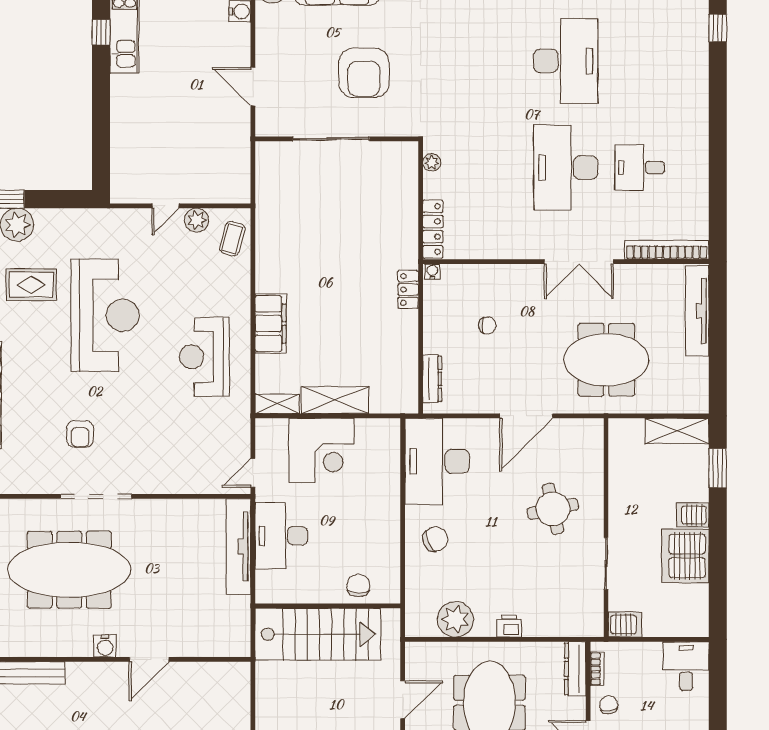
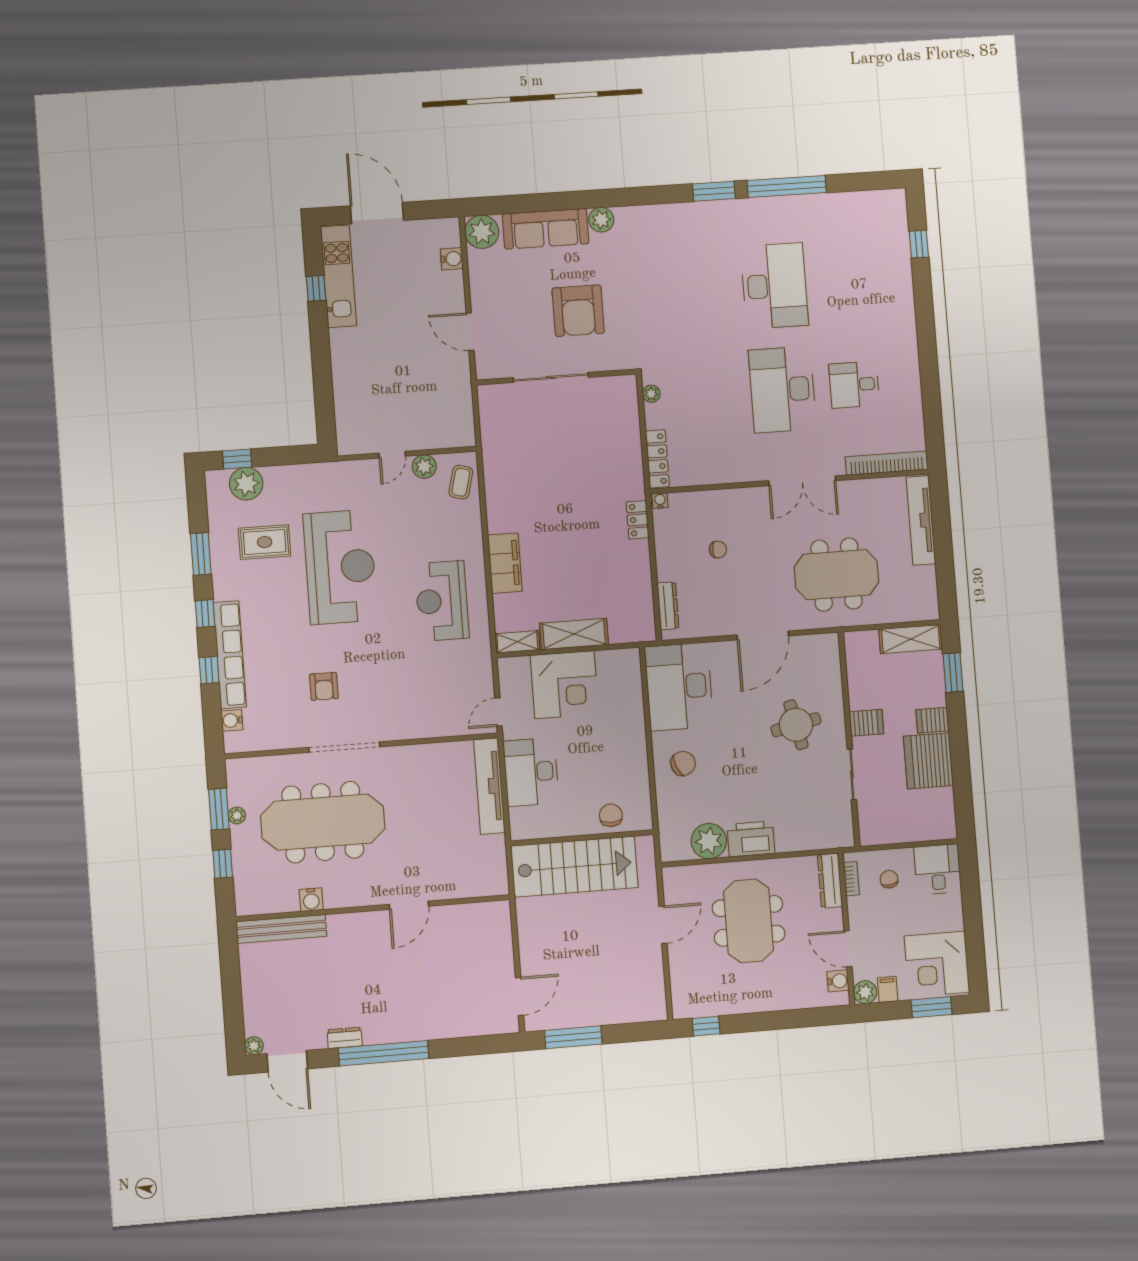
server rack: (625, 625) -> (866, 723), moved
printer: (509, 626) -> (751, 839), width x1.87, depth x1.48
water cooler: (105, 646) -> (311, 900), moved
chair: (609, 705) -> (889, 879), moved

